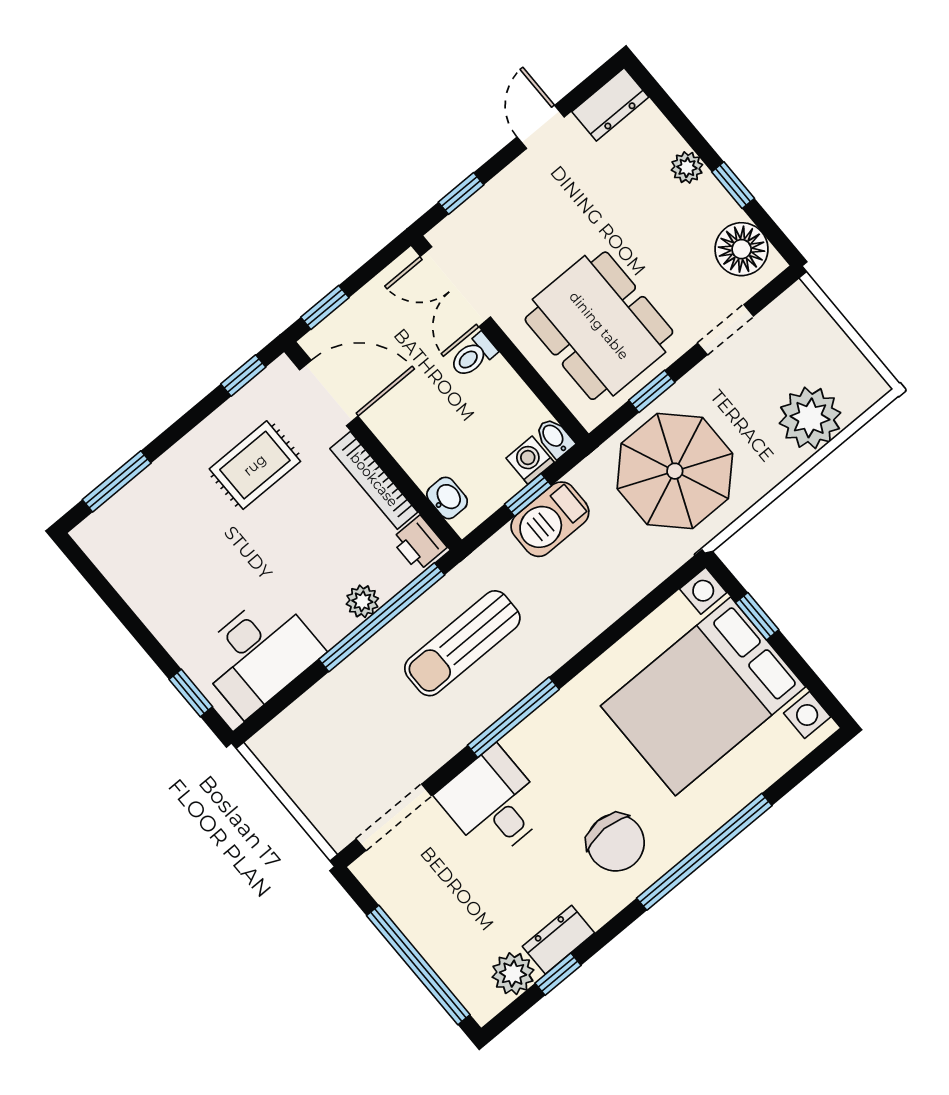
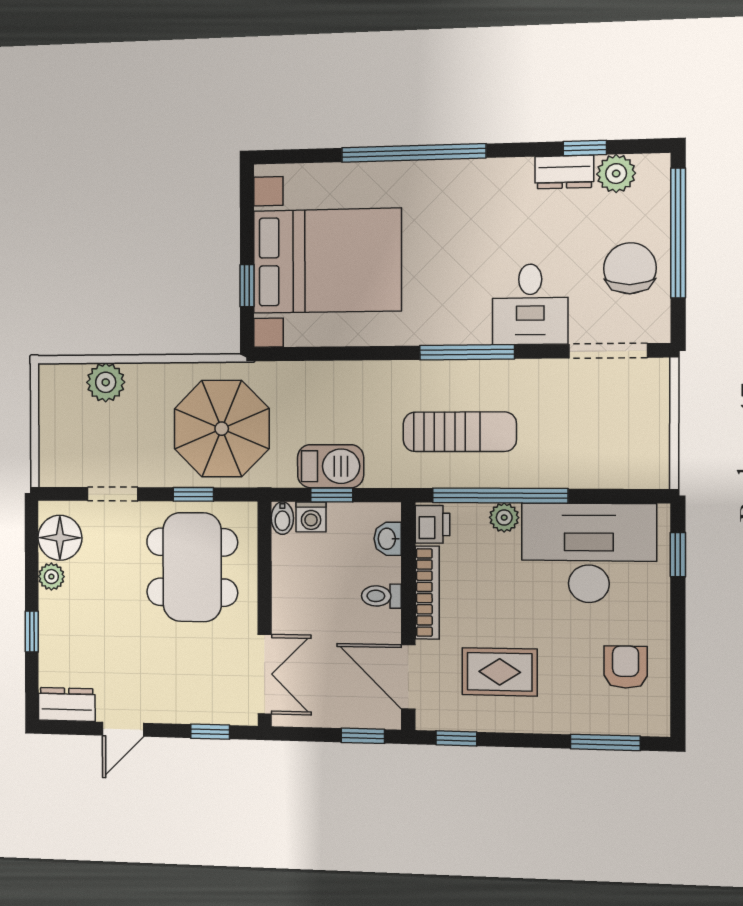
plant: (687, 167) -> (51, 577), moved
window: (733, 185) -> (32, 632), moved
toilet: (473, 356) -> (381, 596), moved, turned 180
plant: (810, 418) -> (106, 382), width x0.73, depth x0.73
armchair: (154, 560) -> (626, 667), added
desk: (259, 654) -> (589, 553), width x1.36, depth x1.30
chair: (616, 843) -> (630, 268), moved

